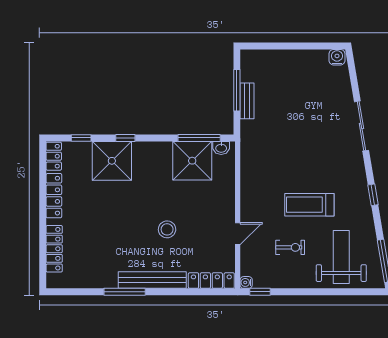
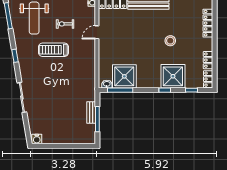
locker: (54, 196) -> (208, 60), width x0.66
treadmill: (309, 205) -> (54, 50), turned 180
stool: (167, 229) -> (170, 41), moved

